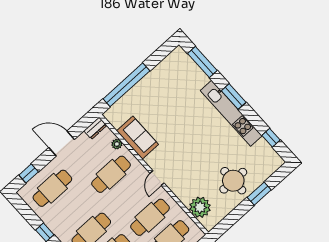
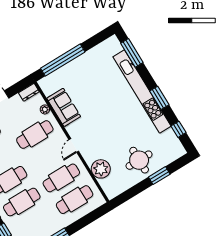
window: (234, 97) -> (159, 98), moved
kitchen unit: (231, 113) -> (142, 92), width x1.36
plant: (200, 207) -> (101, 169), moved

